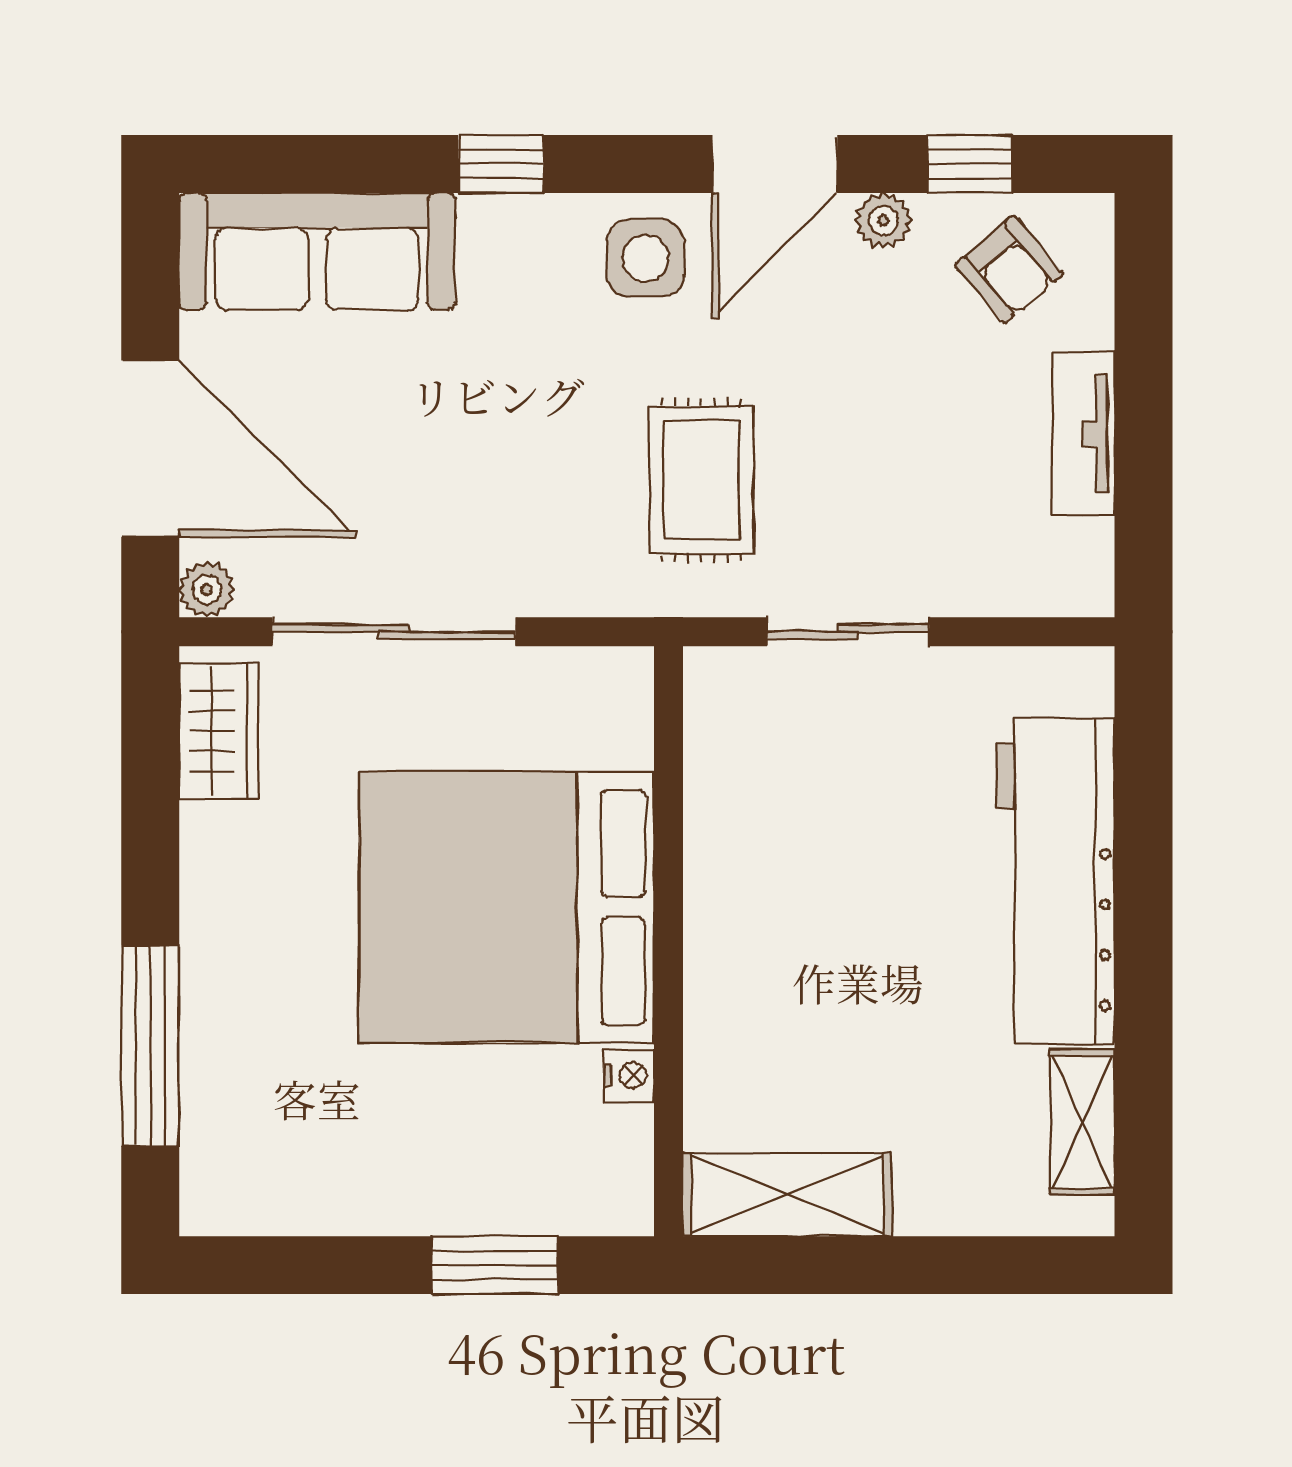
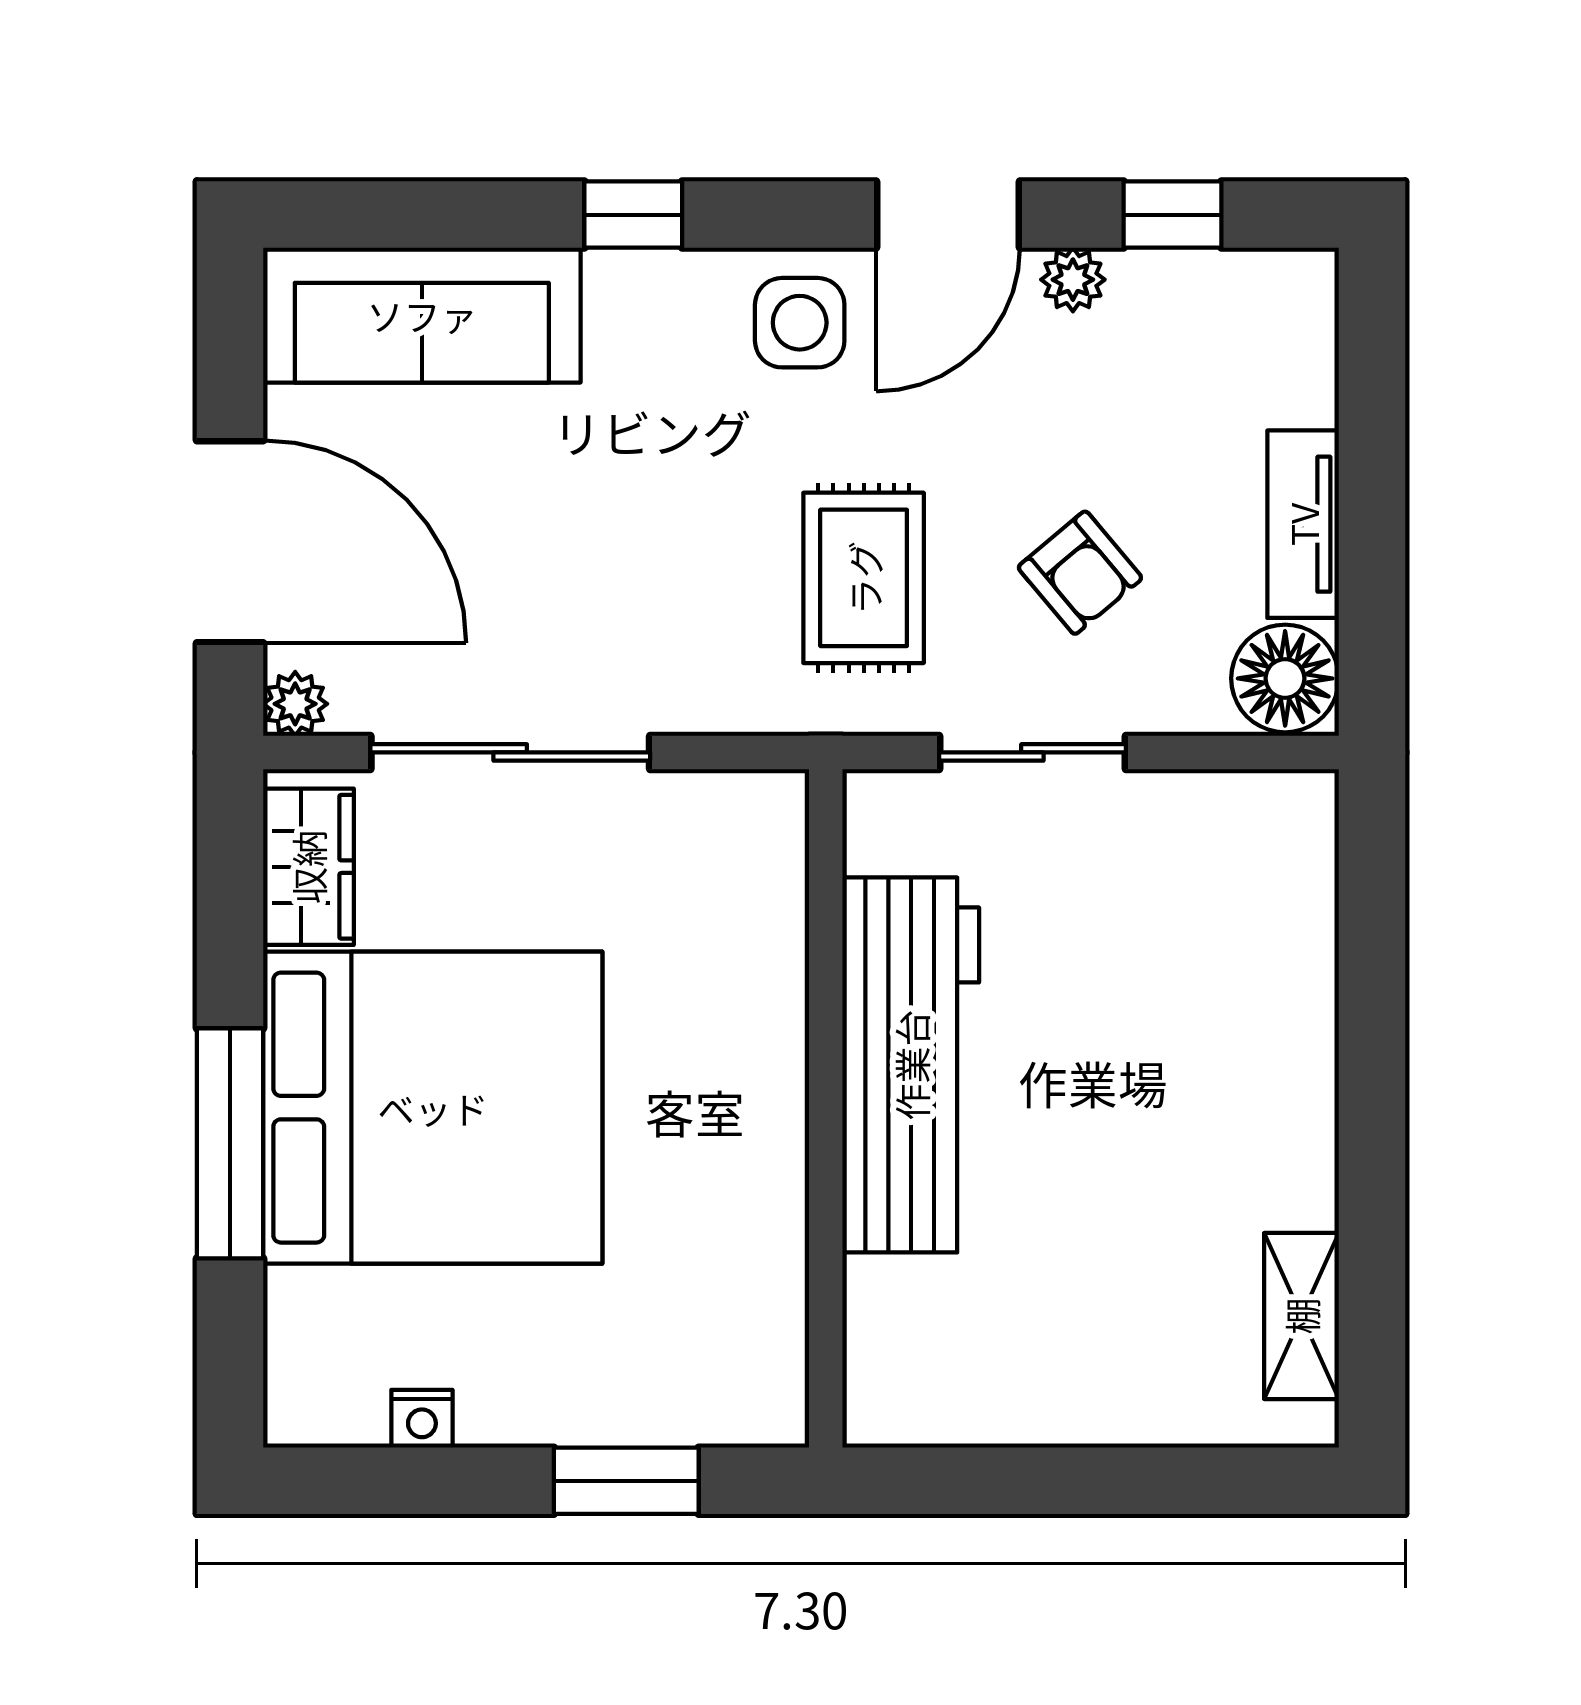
armchair: (1009, 269) -> (1080, 573), moved
floor lamp: (1068, 567) -> (1285, 678), added
workbench: (1055, 881) -> (911, 1065), moved, turned 180
bed: (507, 907) -> (433, 1108), moved, turned 180
window: (150, 1046) -> (230, 1143), moved
nightstand: (629, 1075) -> (422, 1419), moved, turned 90
shelving: (787, 1195) -> (962, 1400), removed

